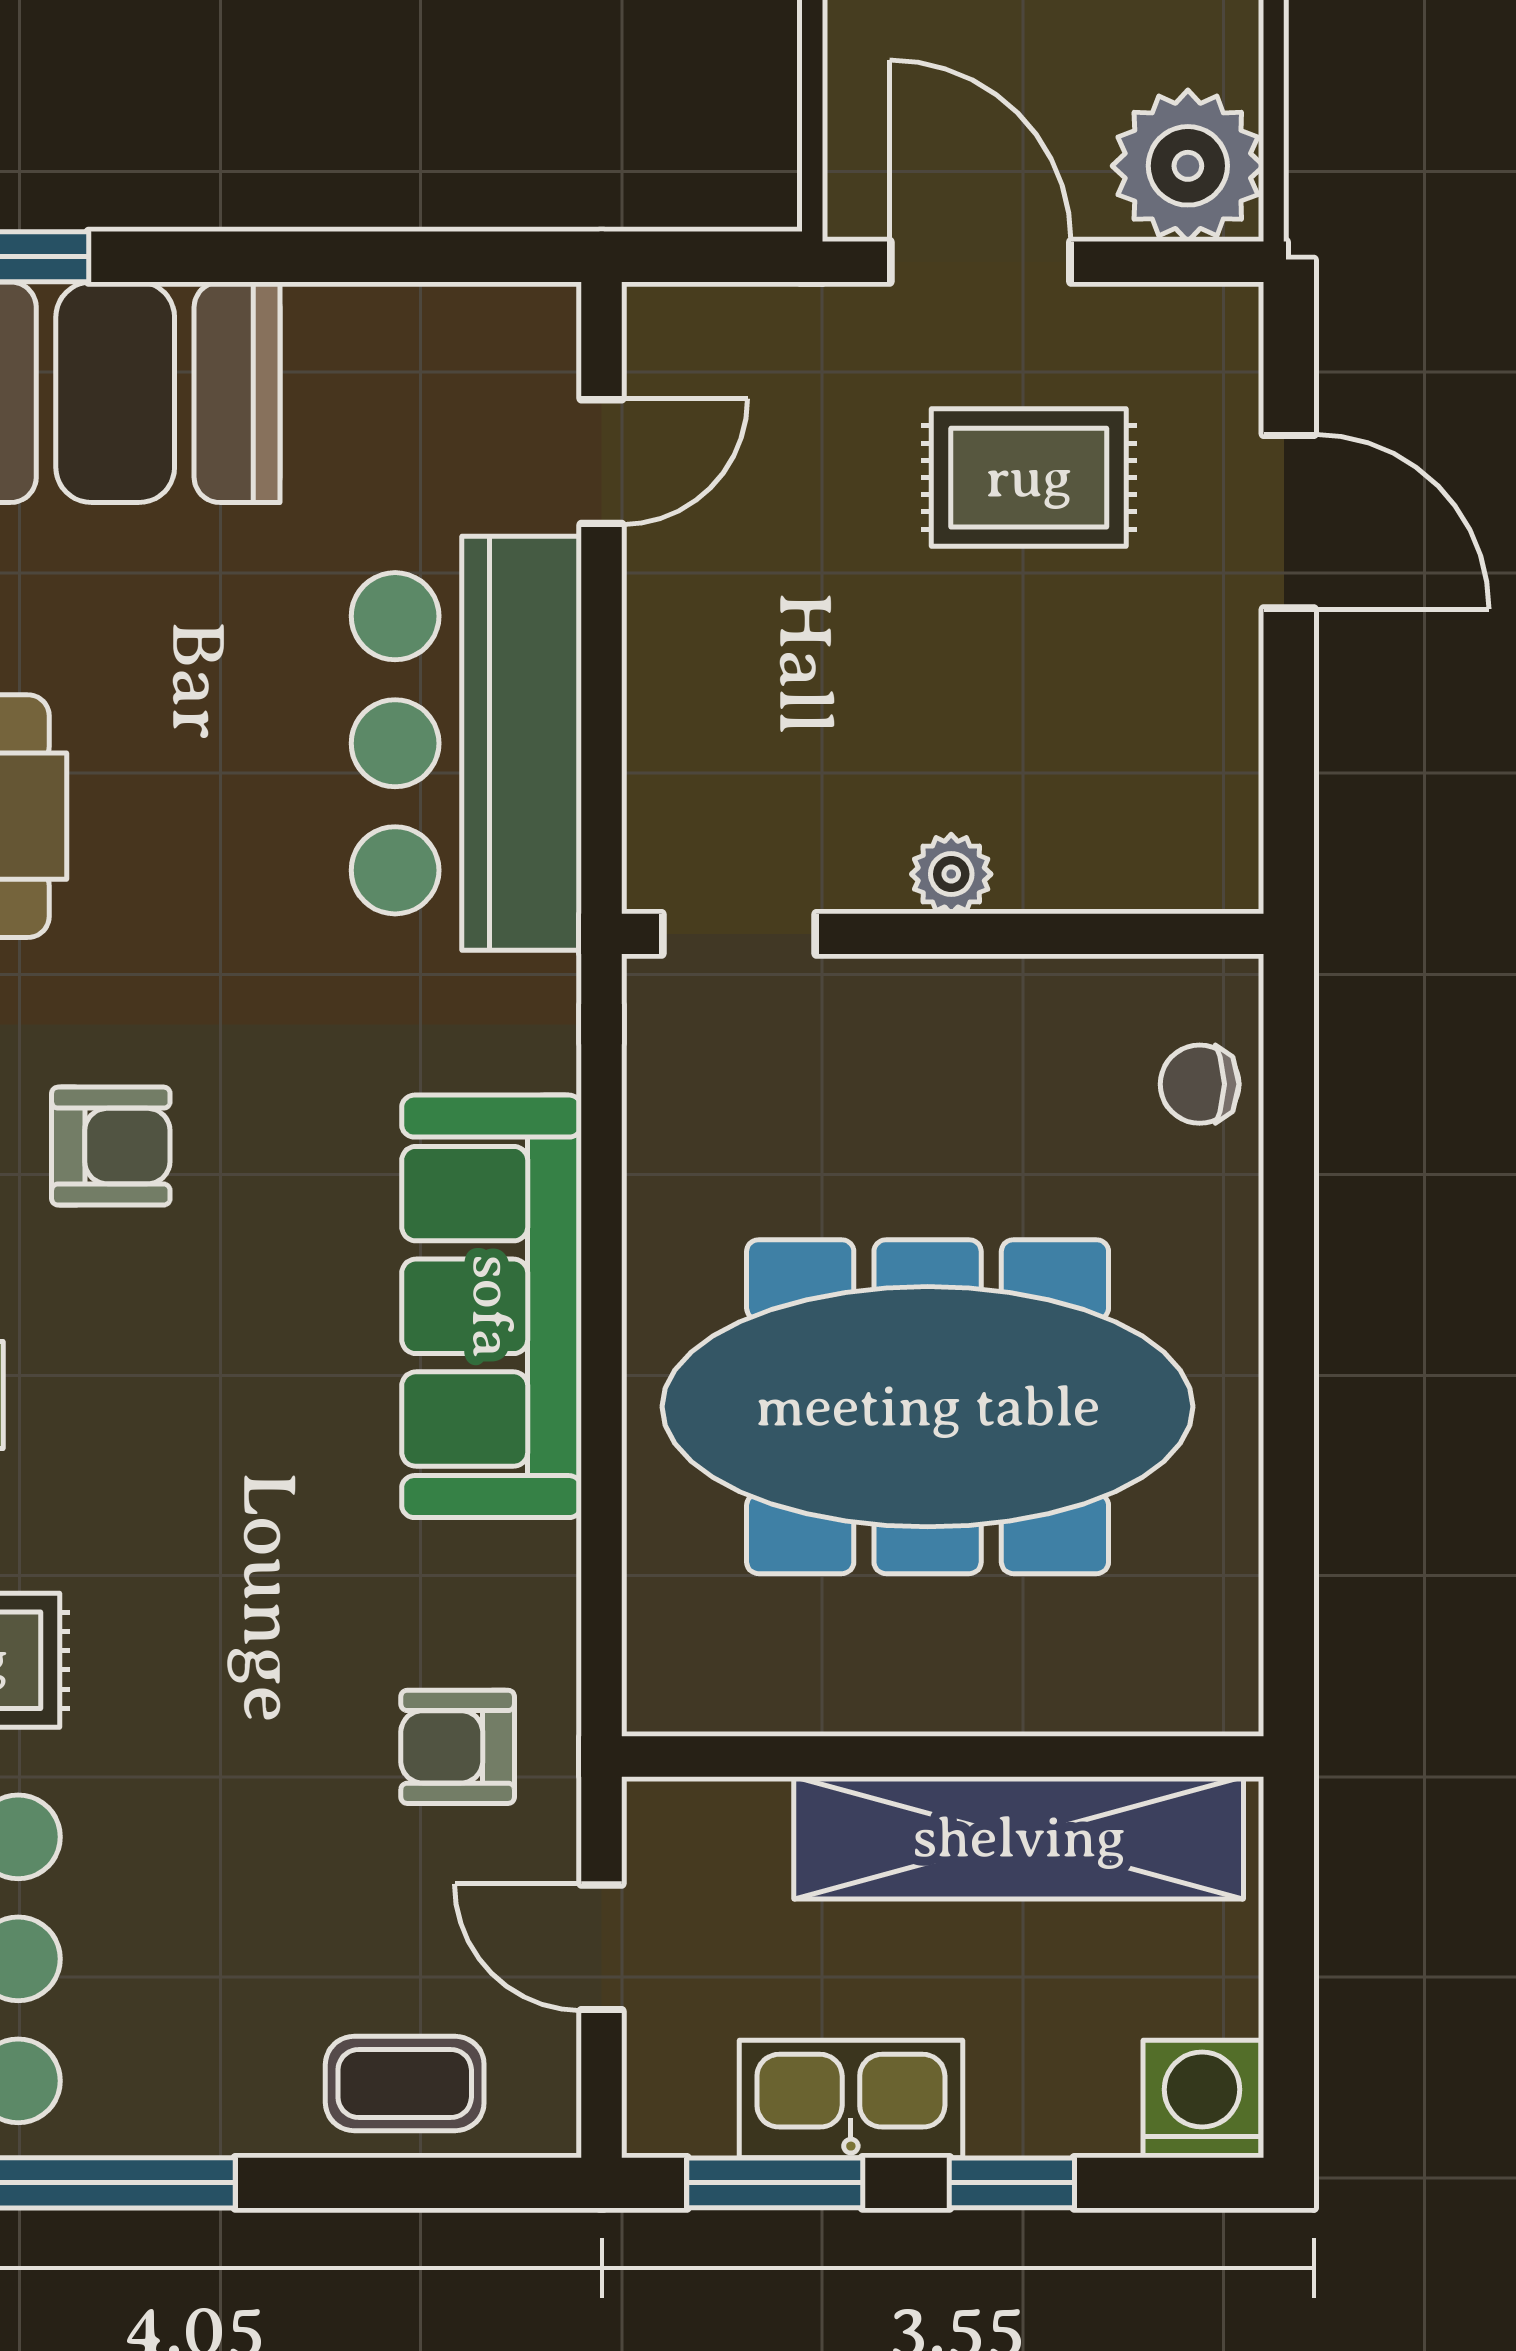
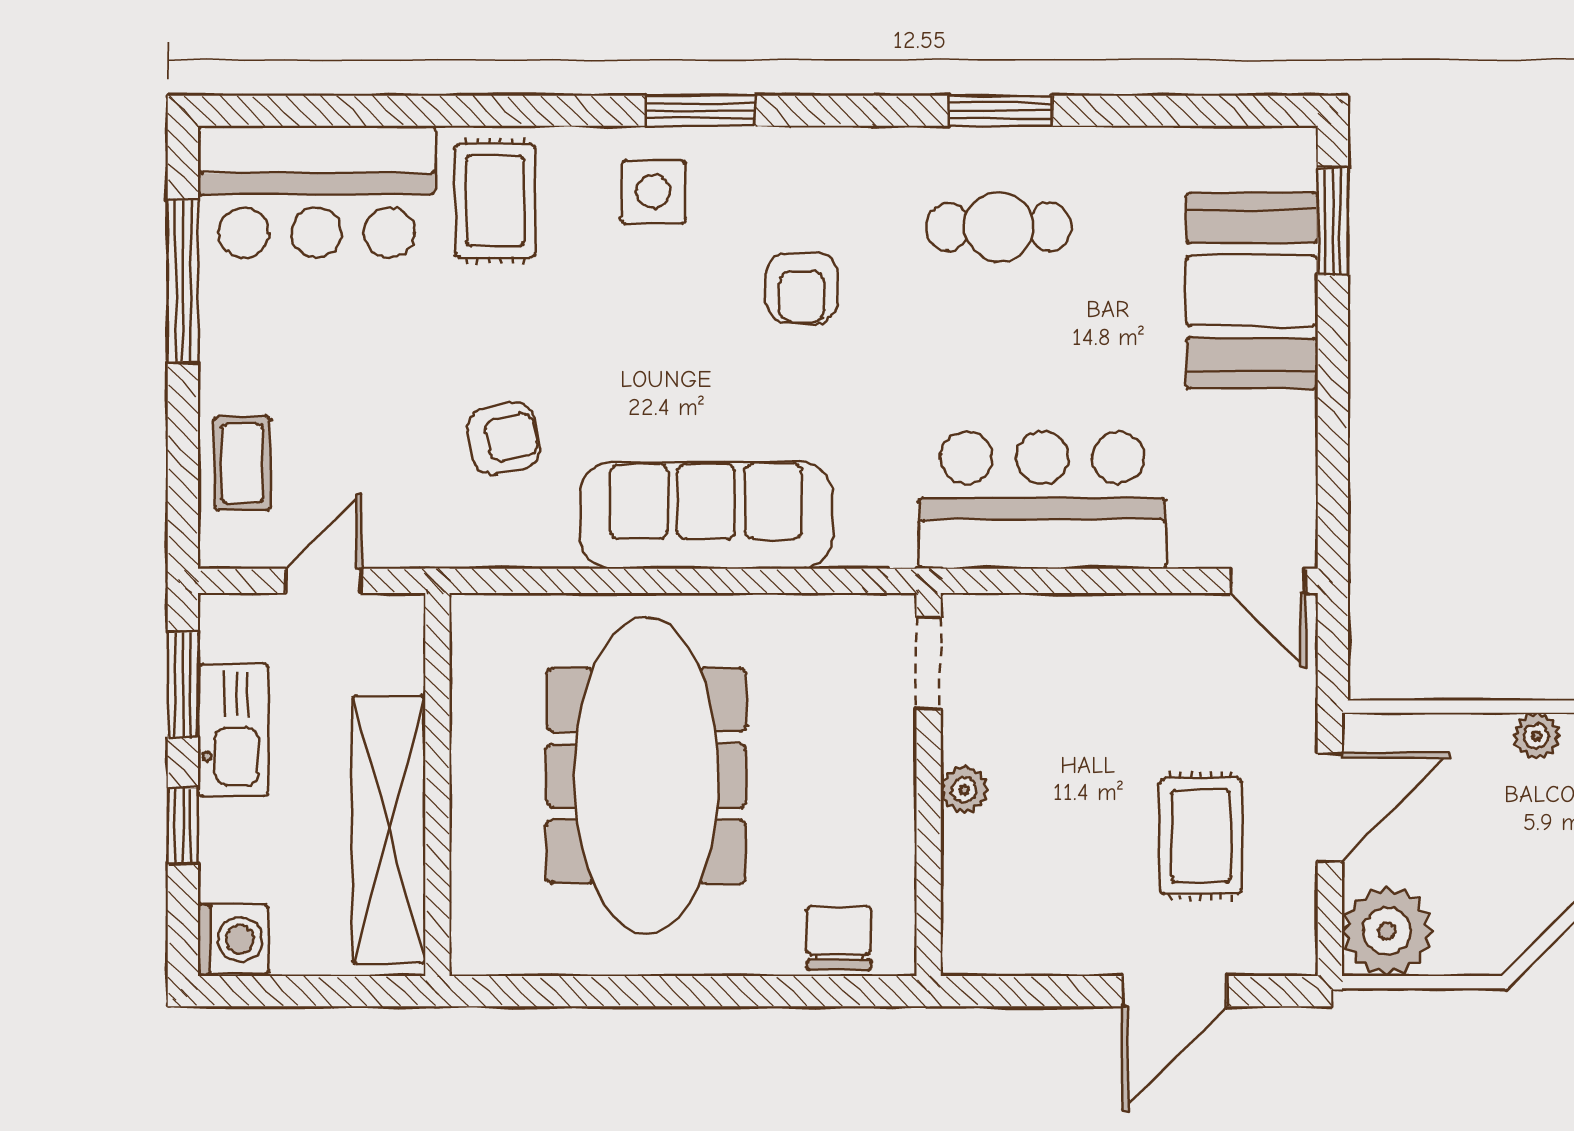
door: (602, 462) -> (1268, 581), moved
chair: (1200, 1084) -> (839, 938), width x1.37, depth x1.37
armchair: (458, 1747) -> (504, 439), moved, turned 78

